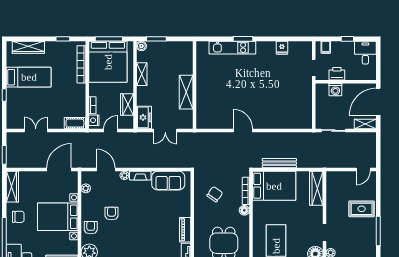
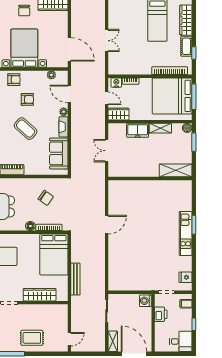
kitchen unit: (232, 48) -> (186, 234), moved
fridge: (282, 48) -> (185, 277), moved
washing machine: (335, 90) -> (146, 301), moved
shelving: (186, 92) -> (176, 170), moved
wardrobe: (127, 104) -> (119, 114), moved
freezer: (144, 117) -> (138, 130), moved
cot: (75, 123) -> (186, 46), moved
double door: (36, 130) -> (107, 41), moved
bench: (279, 163) -> (75, 279), moved
door: (106, 169) -> (69, 94), swing flipped
door: (363, 169) -> (69, 339), swing flipped
wardrobe: (316, 188) -> (40, 295), moved
rug: (362, 209) -> (32, 338), turned 90
coffee table: (142, 215) -> (26, 129), added

